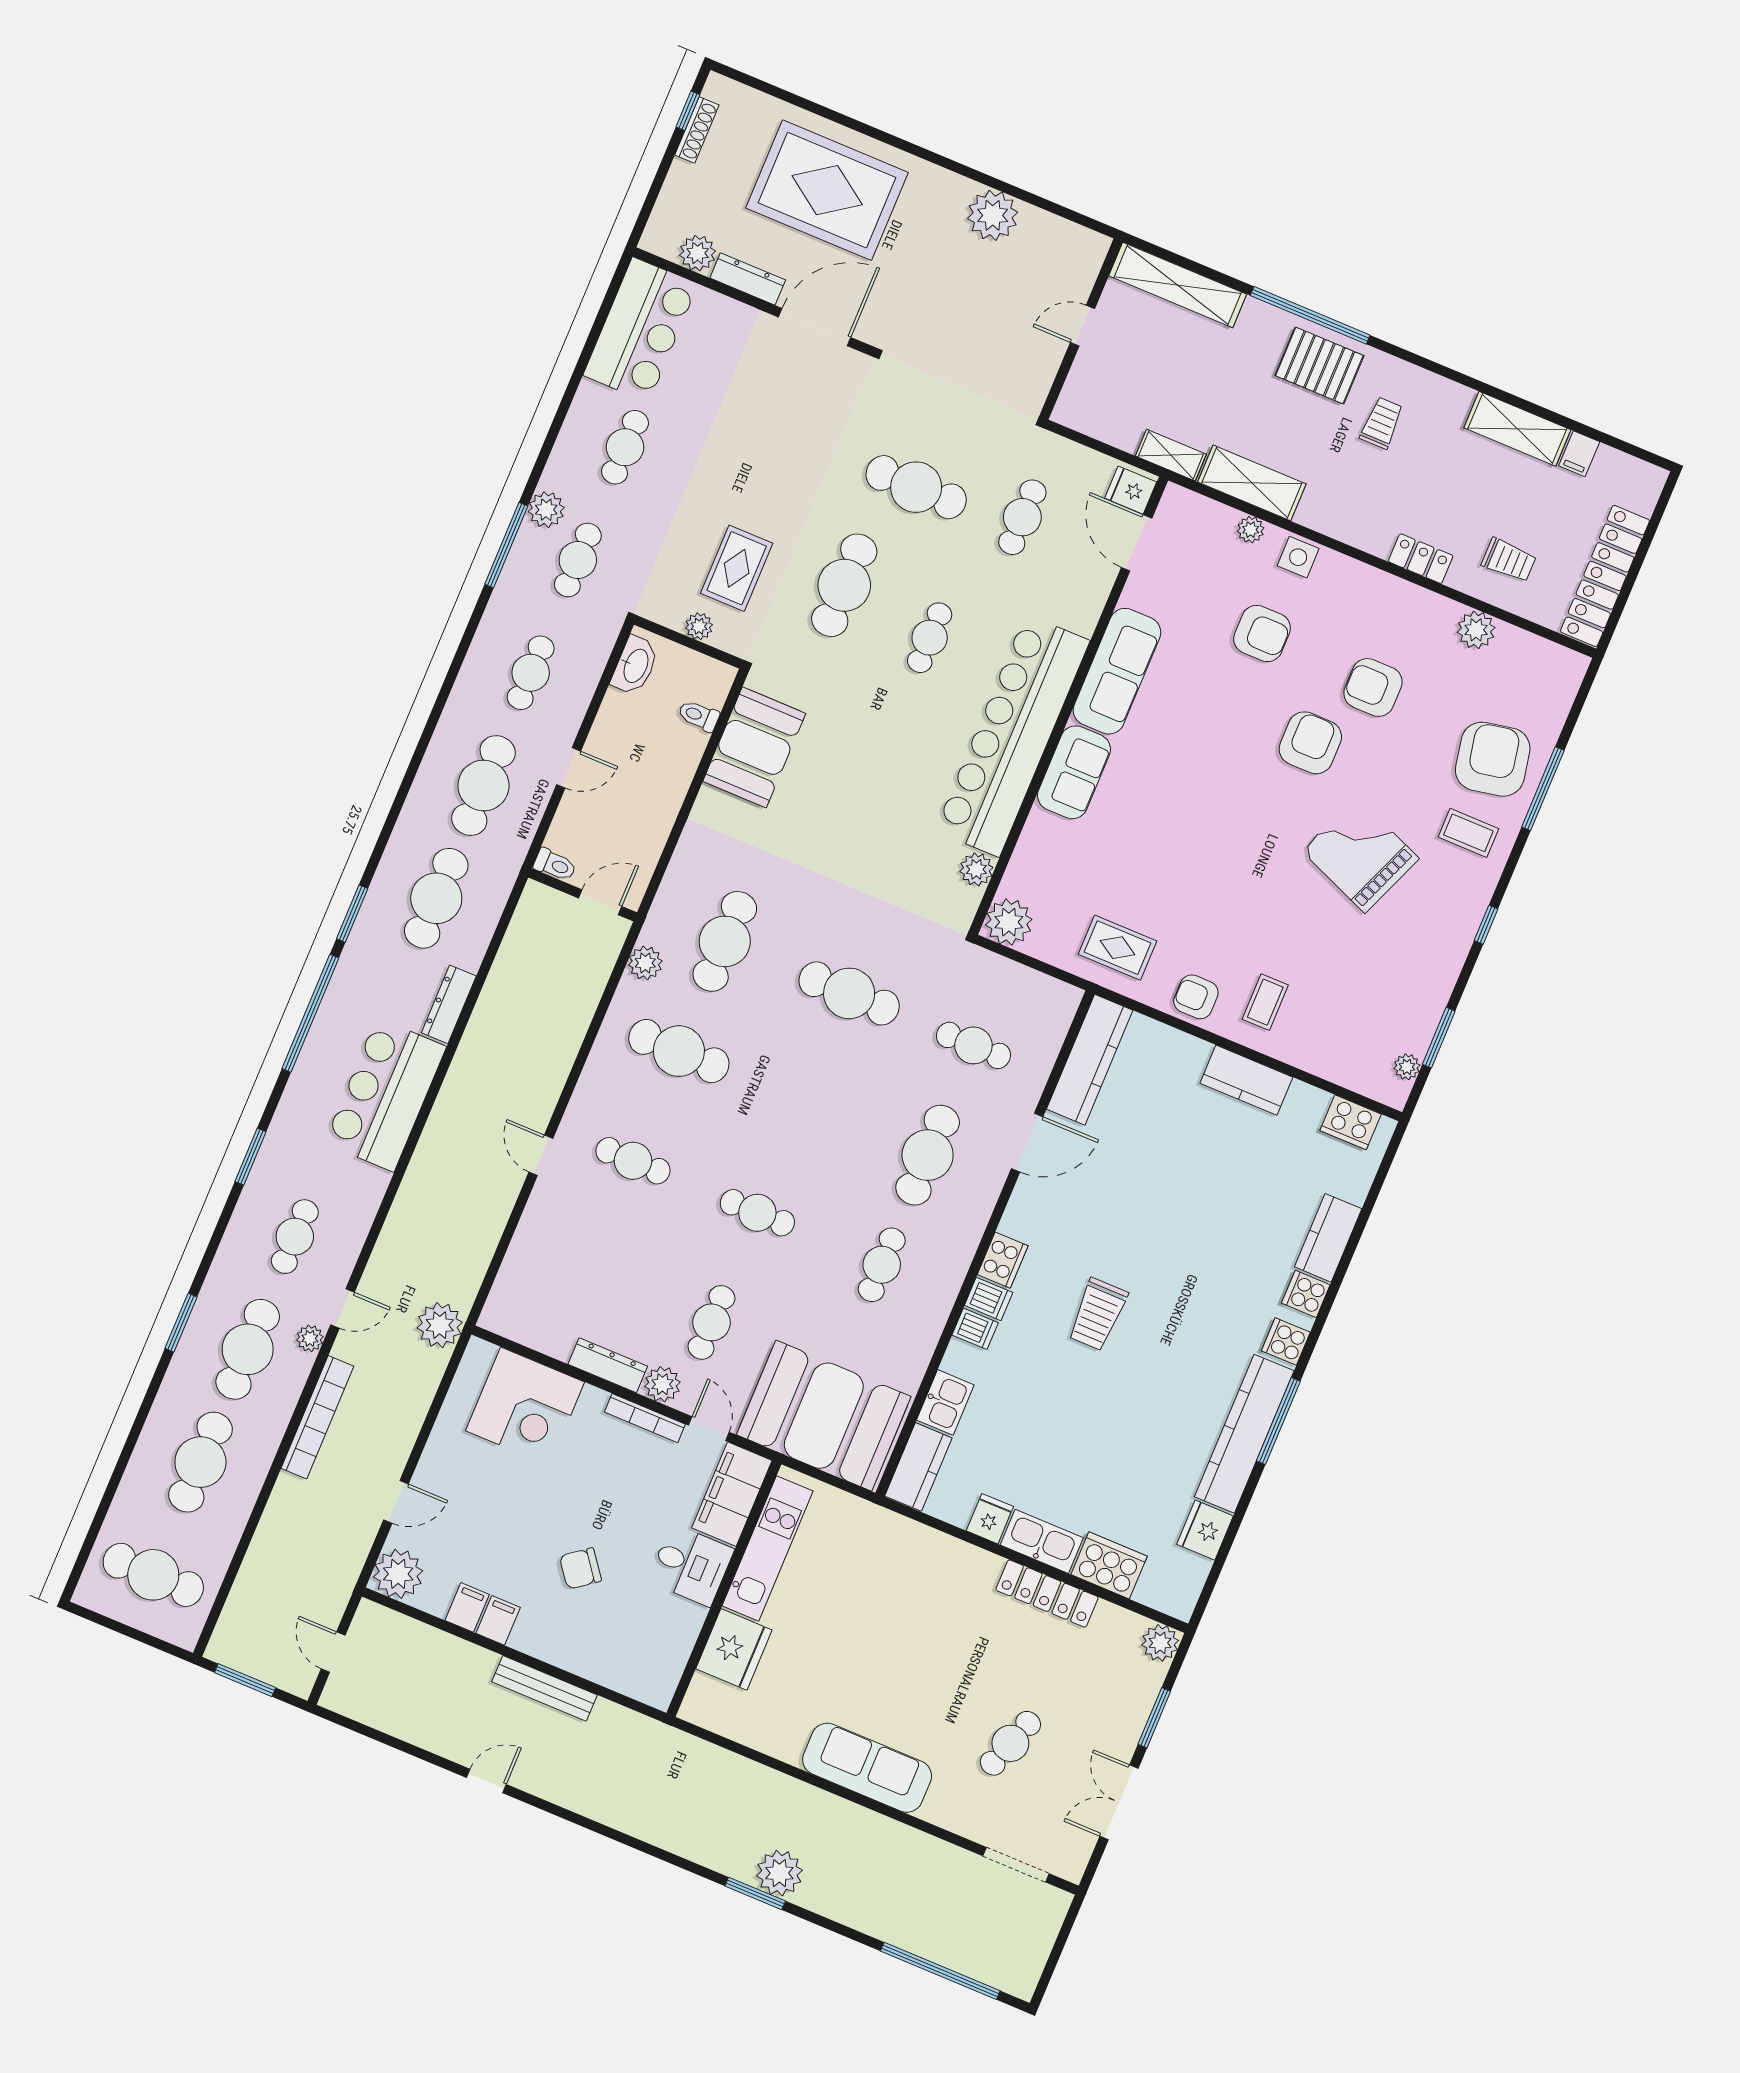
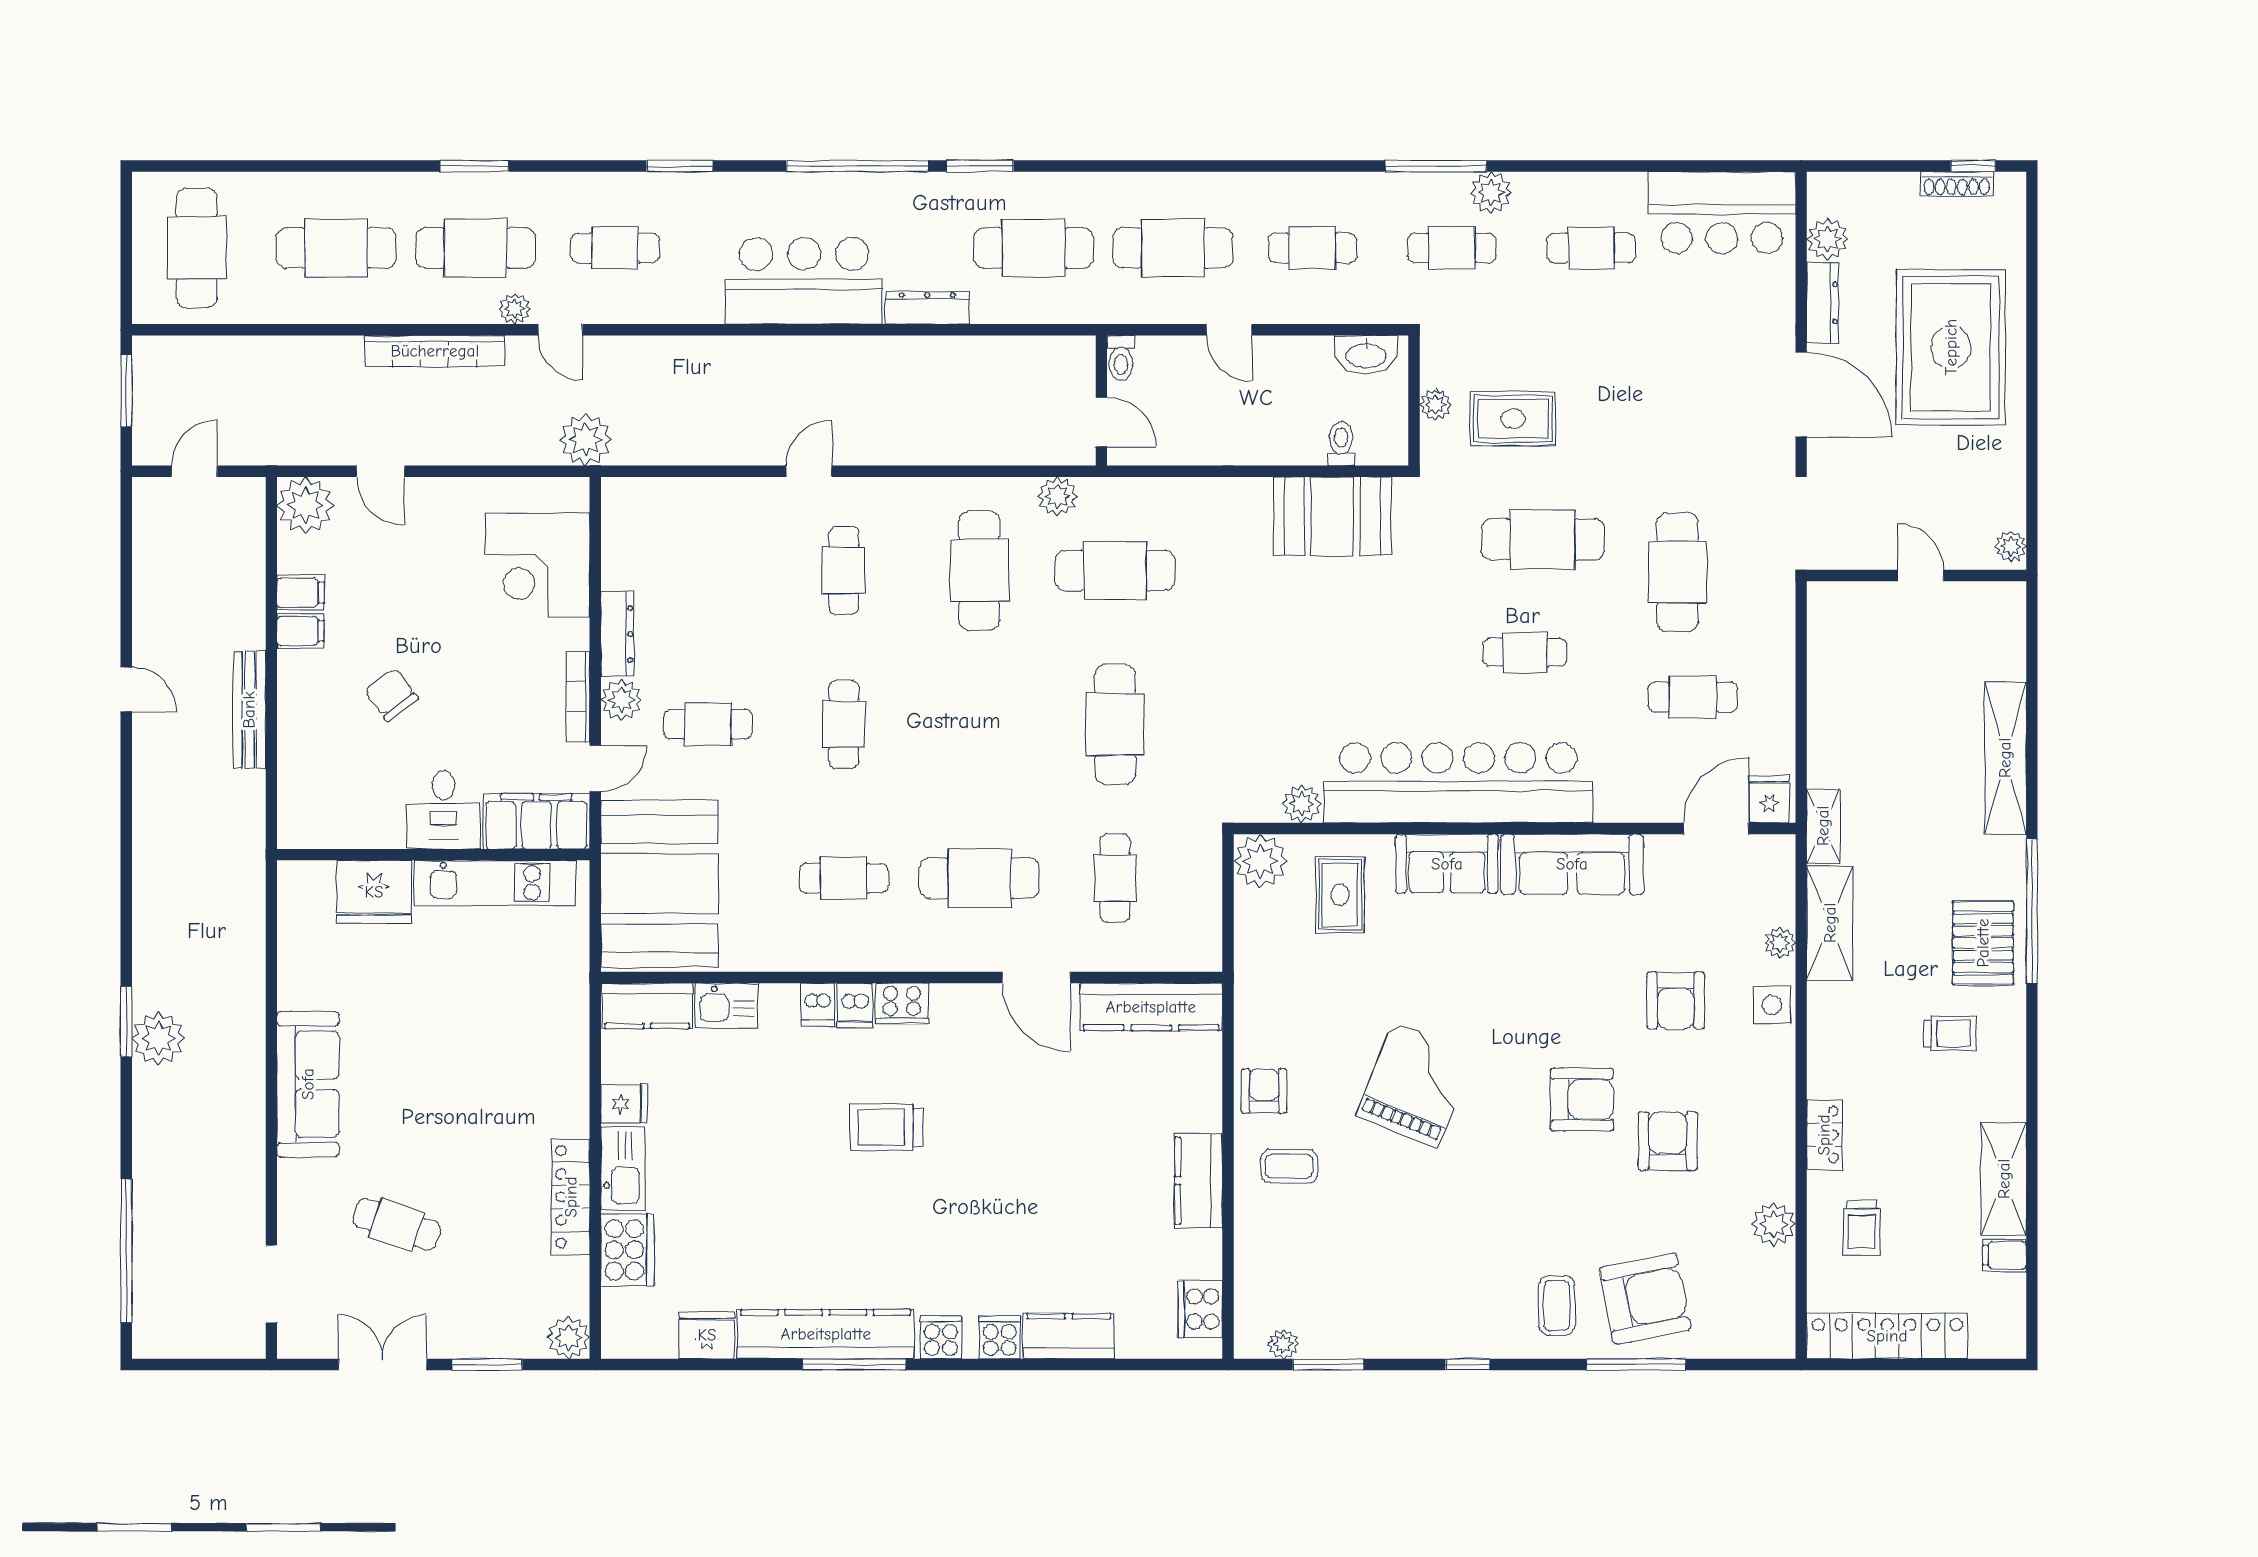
plant: (993, 215) -> (2011, 546), width x0.53, depth x0.53
door: (1083, 326) -> (1921, 575), moved
wall: (1081, 329) -> (1917, 575), moved
grand piano: (1360, 855) -> (1415, 1085), moved
rug: (1117, 948) -> (1340, 895), moved

